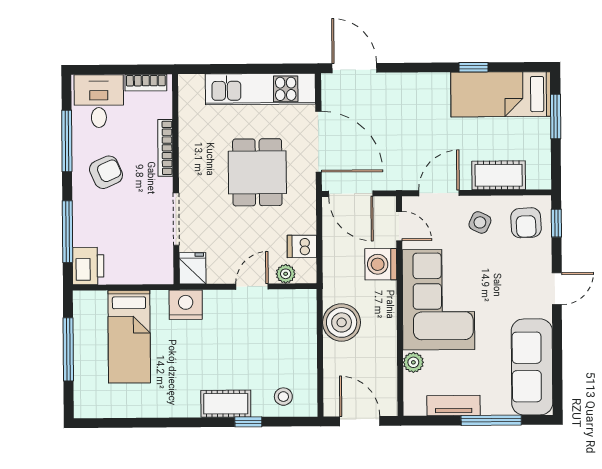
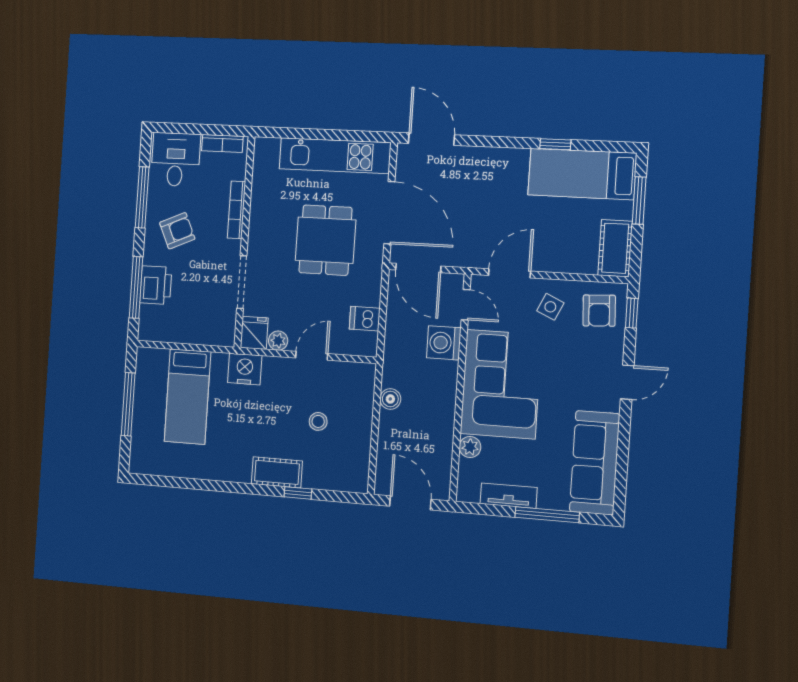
cot: (499, 175) -> (615, 248), moved, turned 90
printer: (88, 266) -> (156, 285), moved
plant: (286, 274) -> (278, 341), moved
boiler: (342, 322) -> (390, 399), width x0.54, depth x0.54
stool: (283, 397) -> (318, 421), moved

